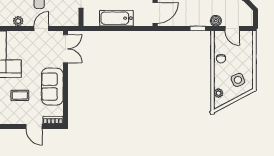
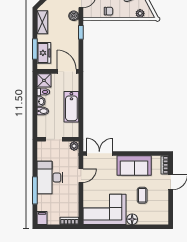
plant: (18, 21) -> (74, 146), moved
door: (41, 28) -> (81, 176), swing flipped

